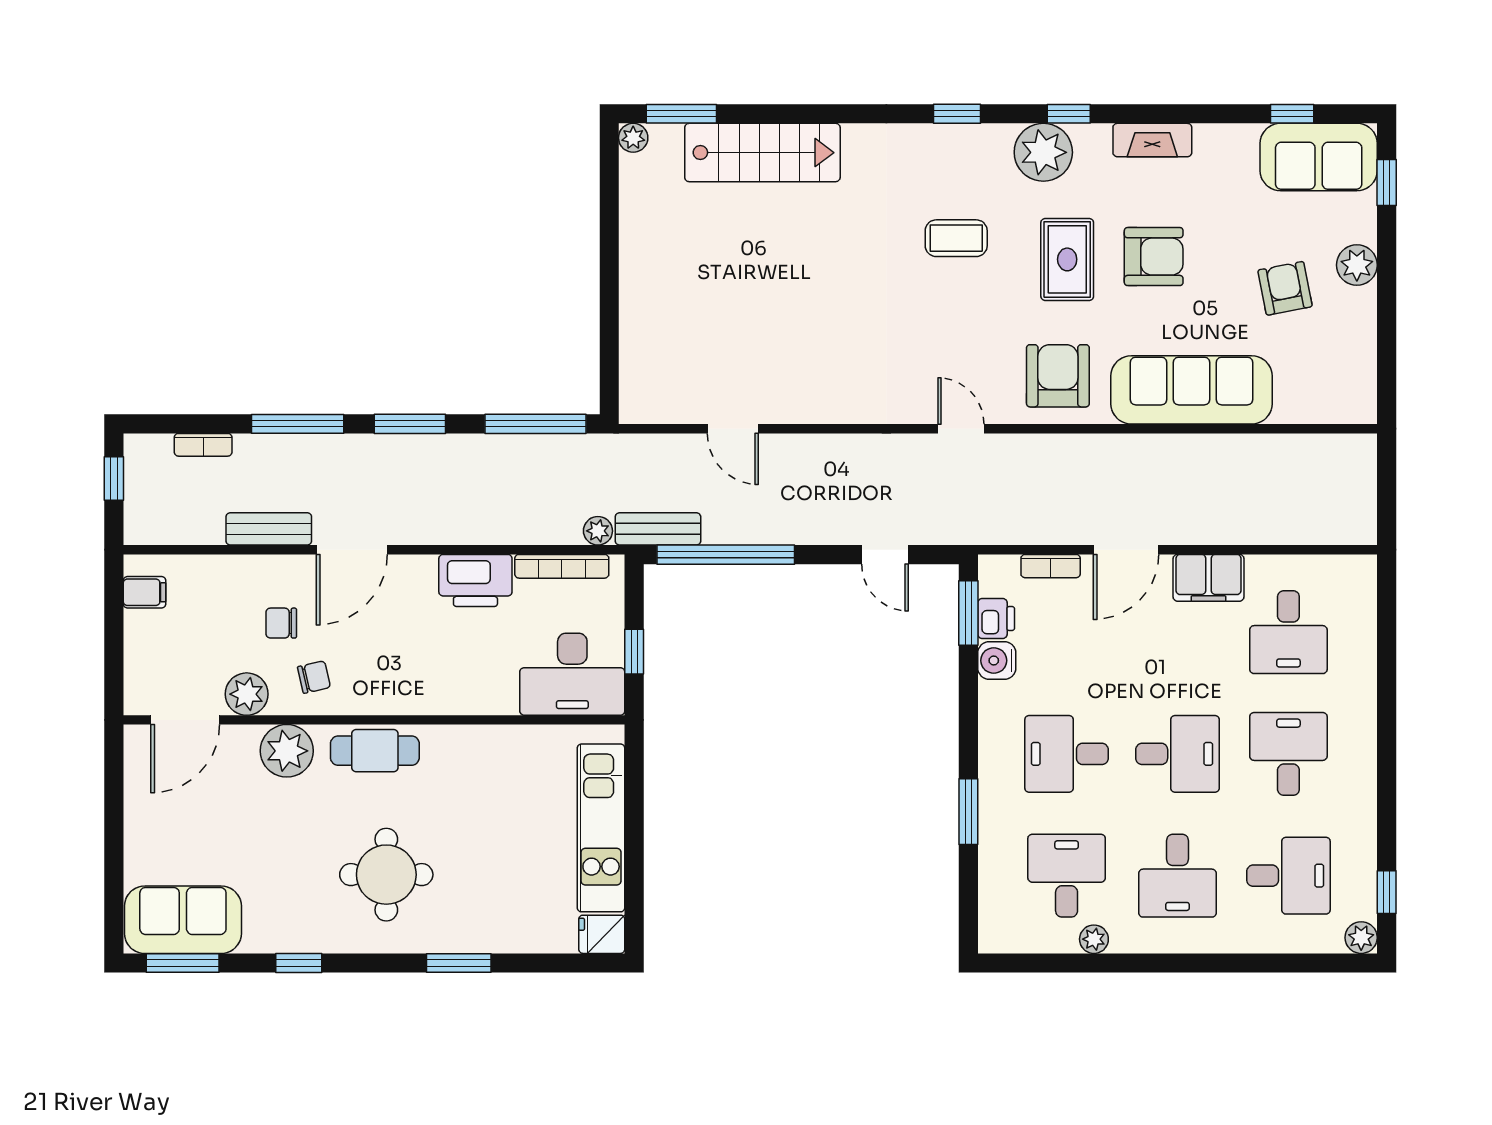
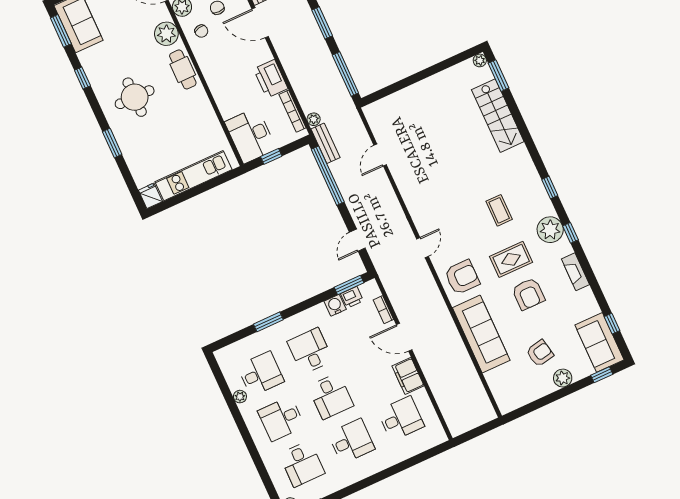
desk: (1288, 632) -> (401, 418), turned 180

